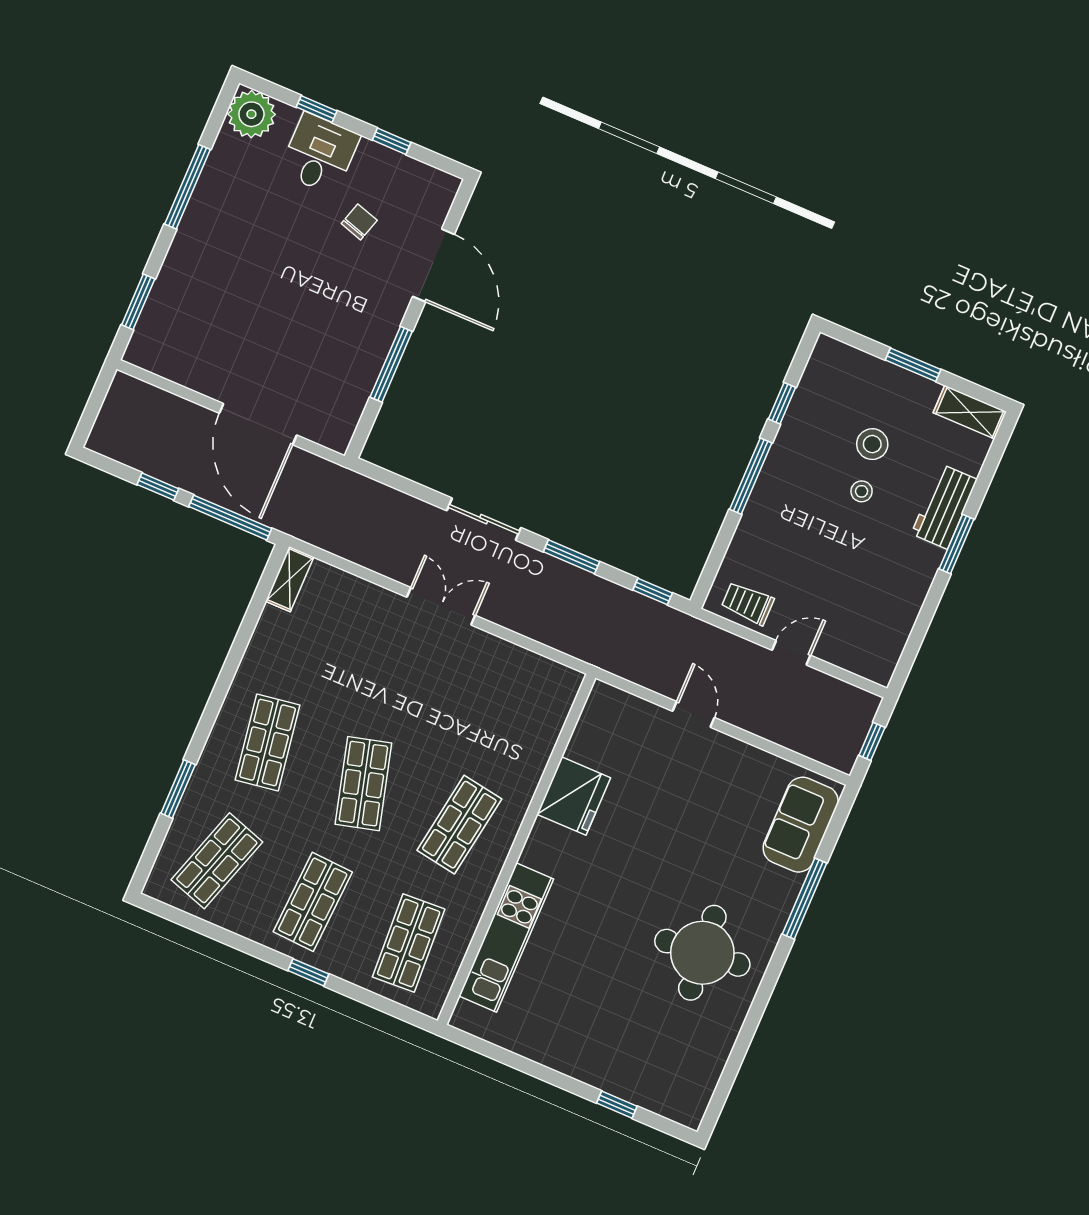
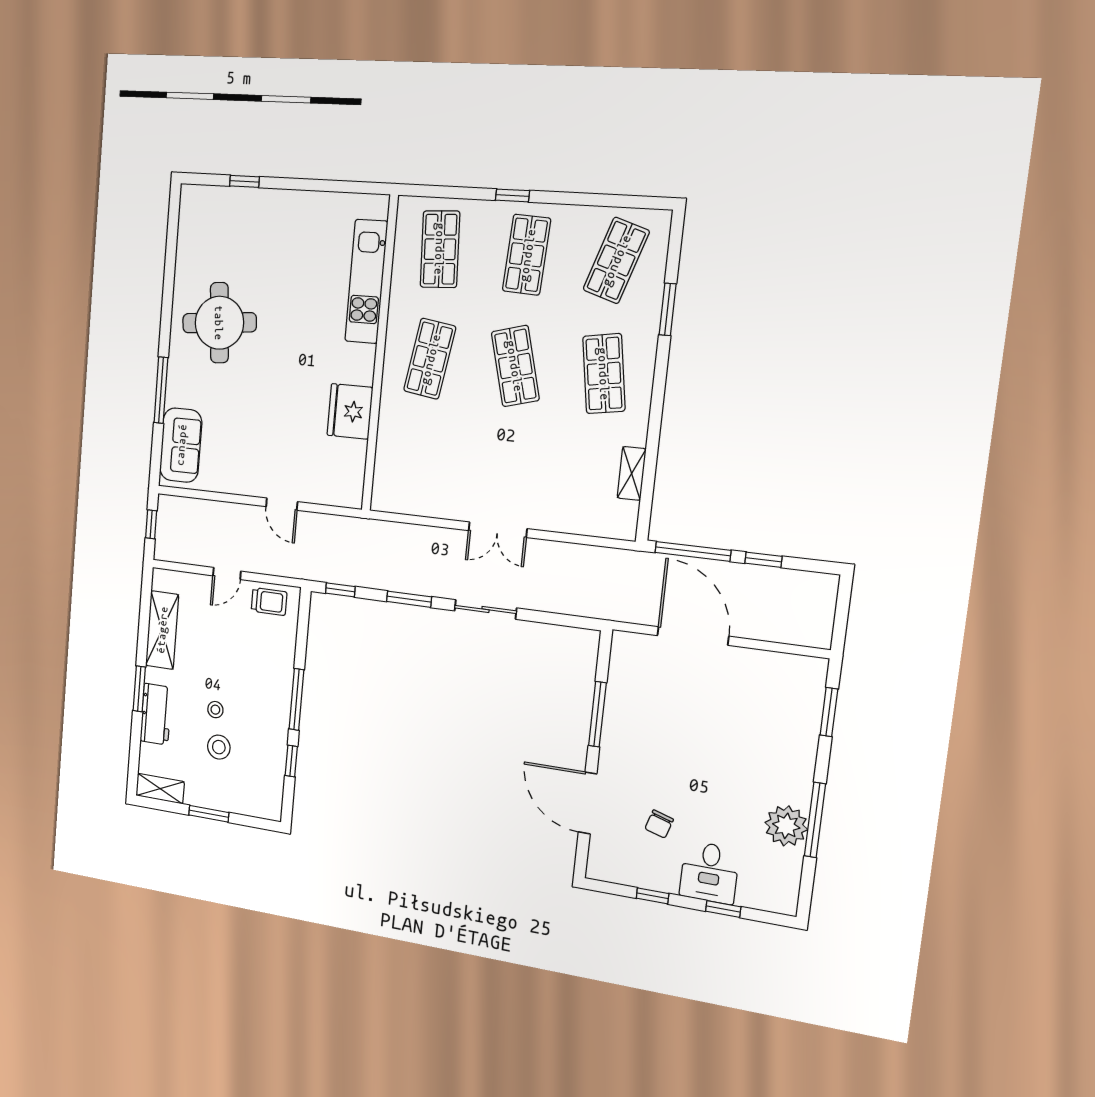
plant: (251, 114) -> (786, 826), moved
shelving: (290, 579) -> (632, 473), moved
shelving: (901, 608) -> (162, 630), added

